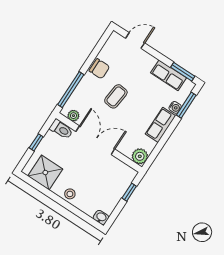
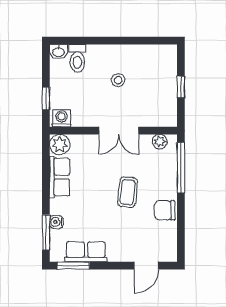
row of seats: (161, 125) -> (60, 177), moved
toilet: (61, 129) -> (77, 58), moved, turned -90
double door: (95, 140) -> (119, 131), width x0.73
shower: (45, 173) -> (150, 61), removed
washing machine: (127, 173) -> (62, 118), added
stool: (70, 194) -> (118, 80), moved

